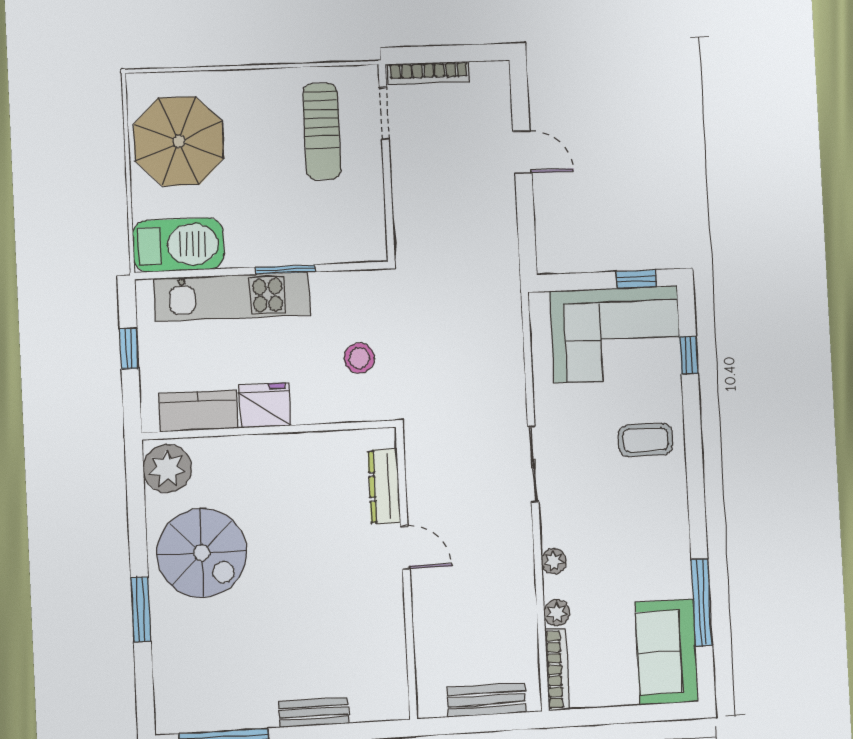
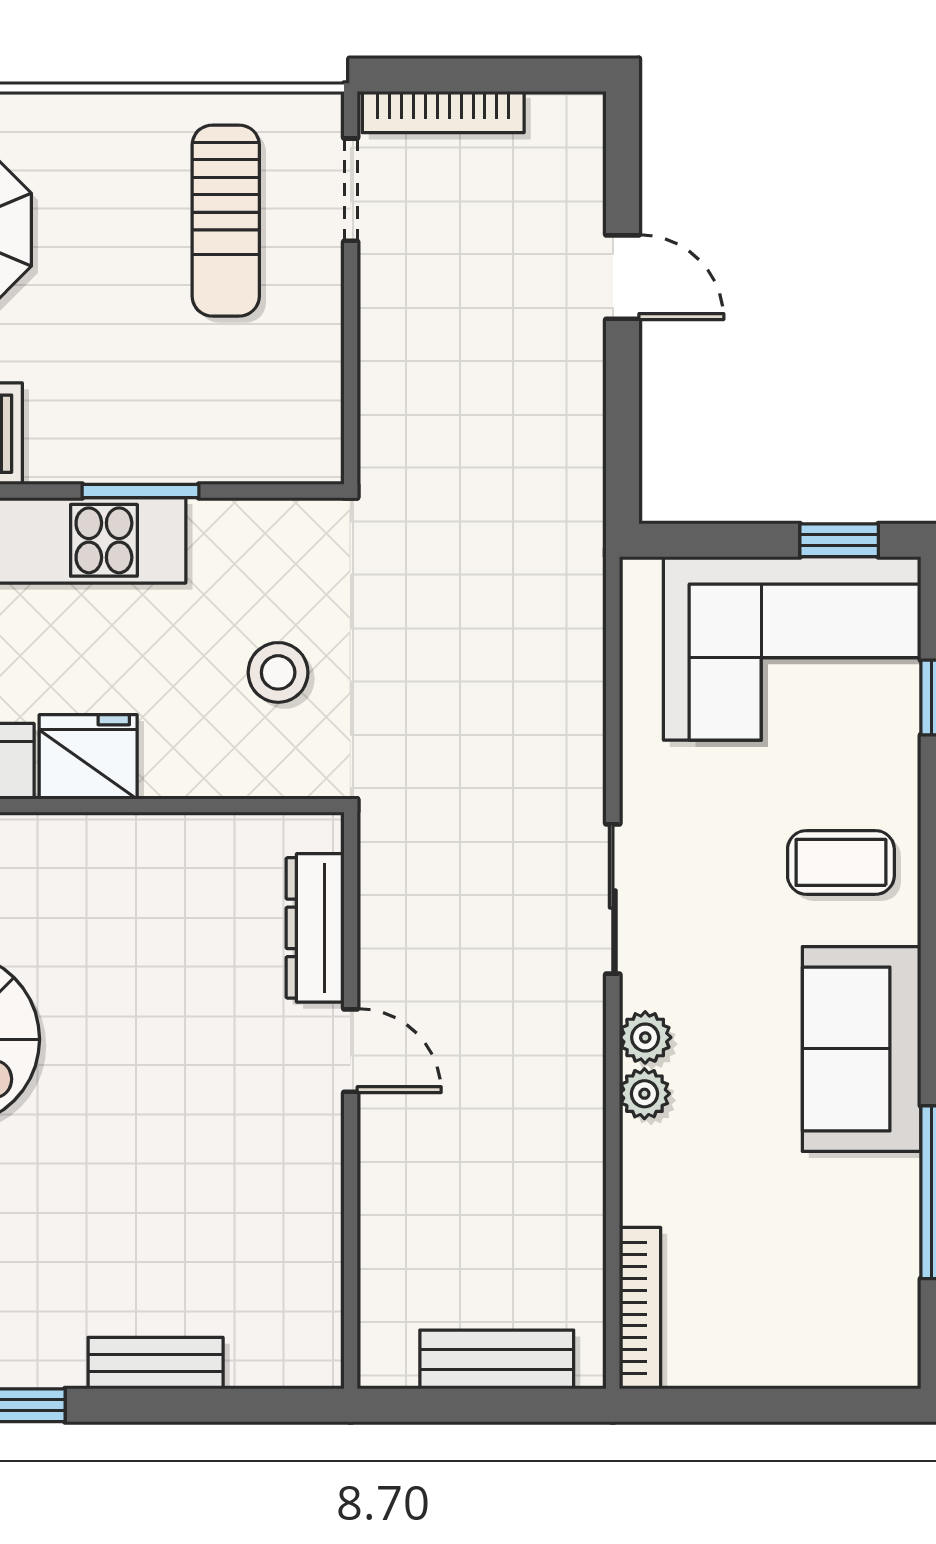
plant: (557, 613) -> (645, 1037), moved
sofa: (667, 652) -> (862, 1049), moved

